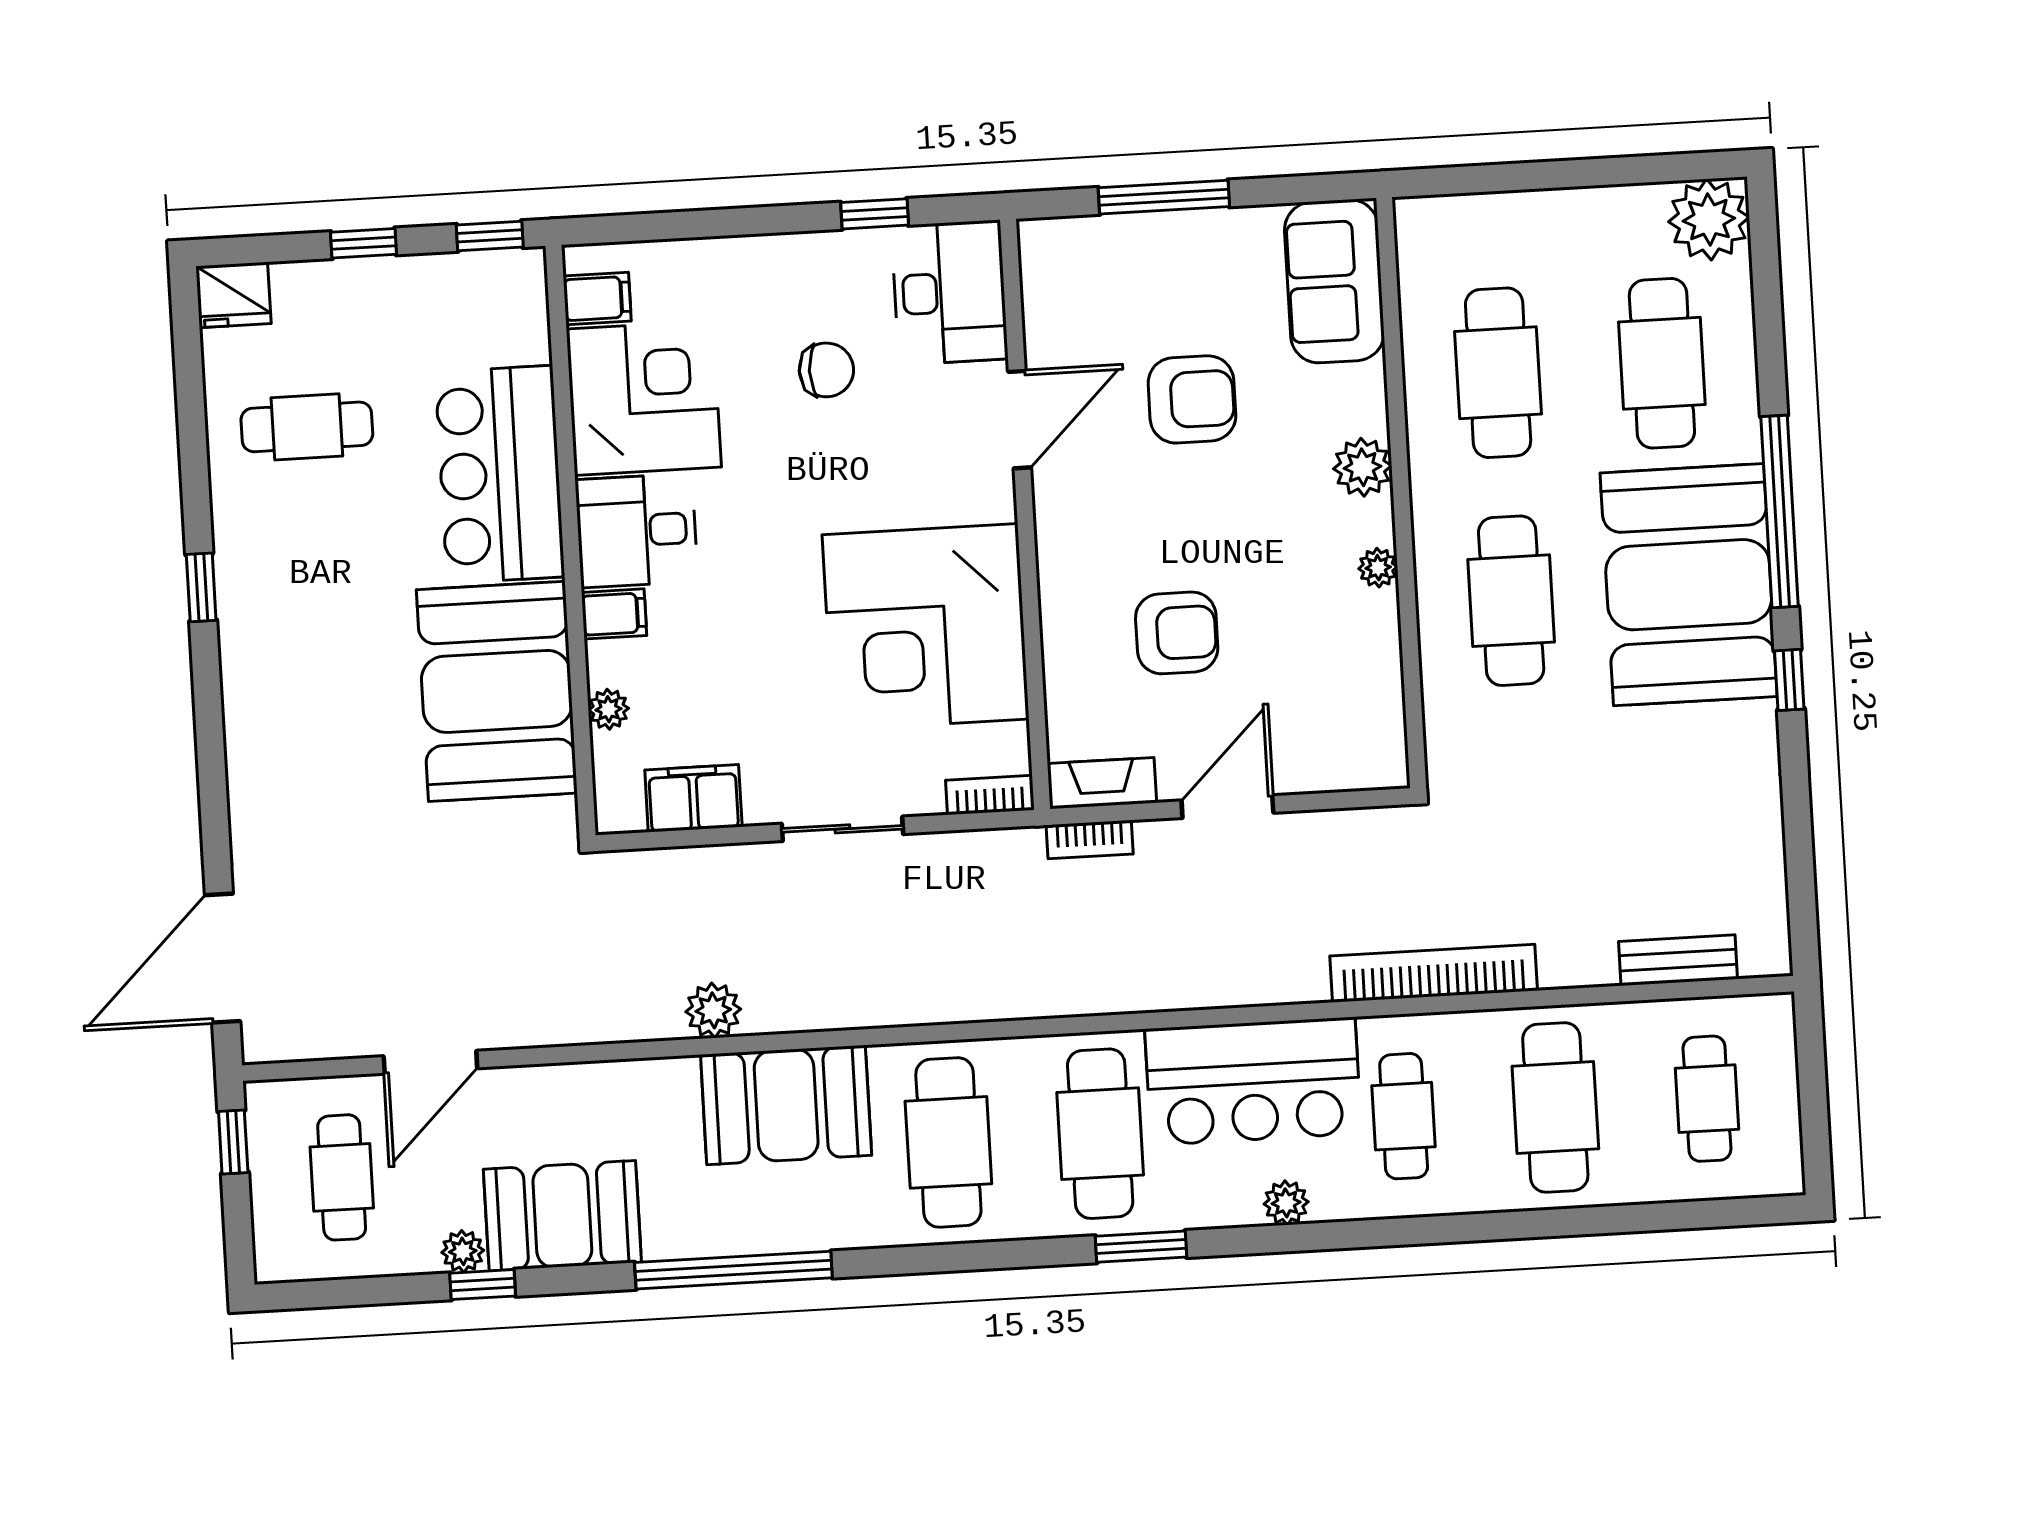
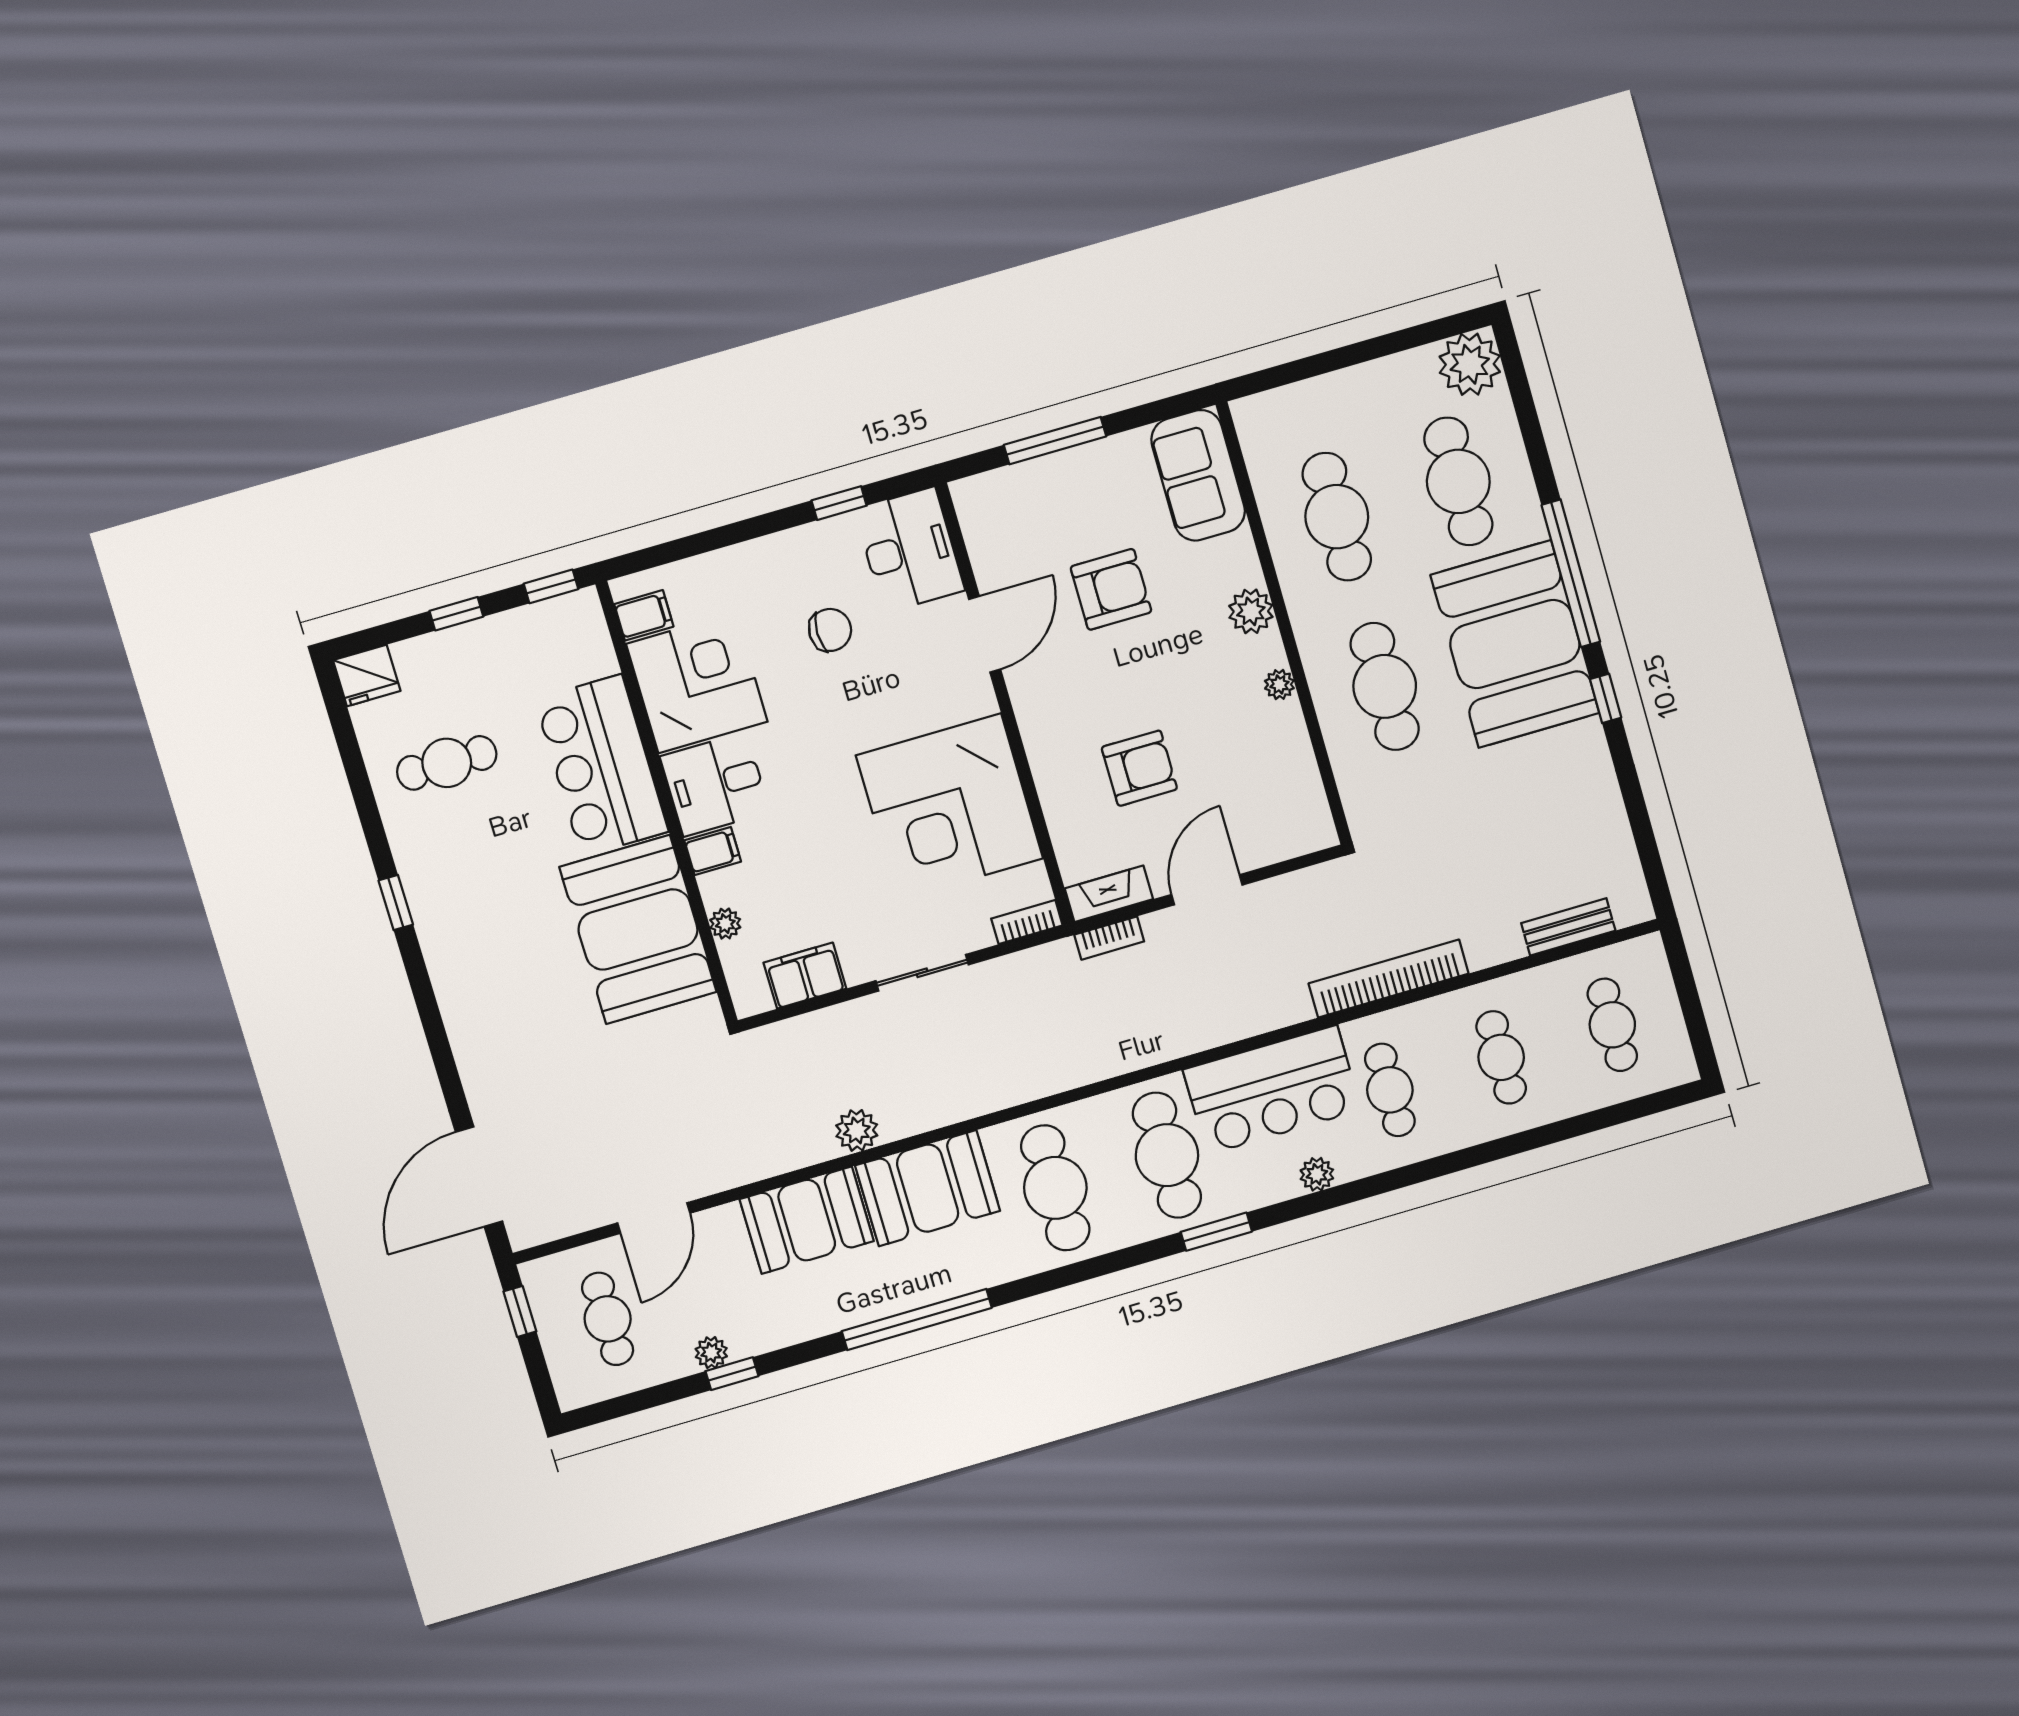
cafe table: (1555, 1107) -> (1501, 1057), width x0.73, depth x0.74
booth: (562, 1216) -> (807, 1220), moved

